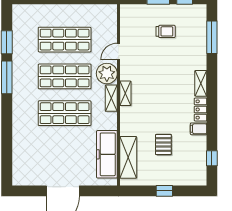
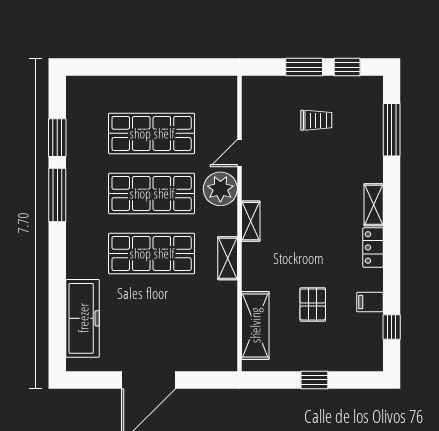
shelving: (111, 98) -> (228, 258), moved
filing cabinet: (199, 129) -> (370, 302), moved
freezer: (107, 154) -> (83, 318), moved, turned 180

